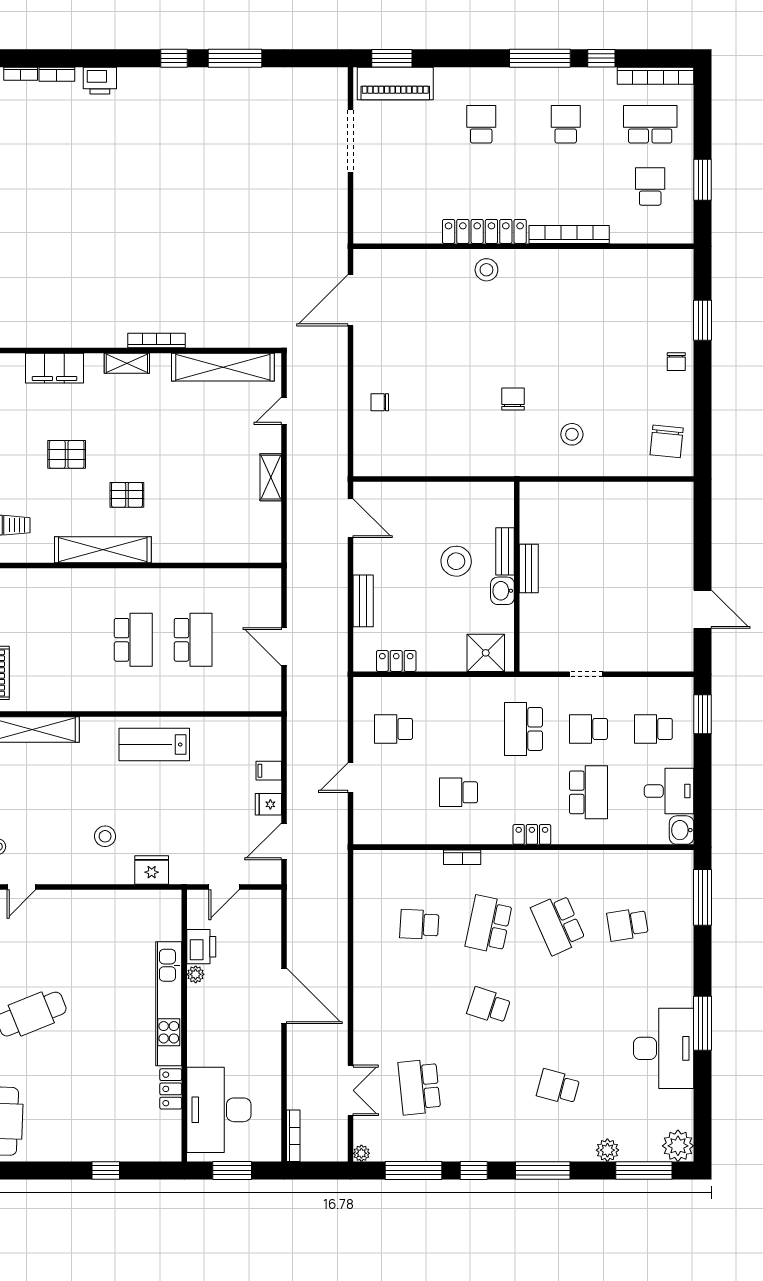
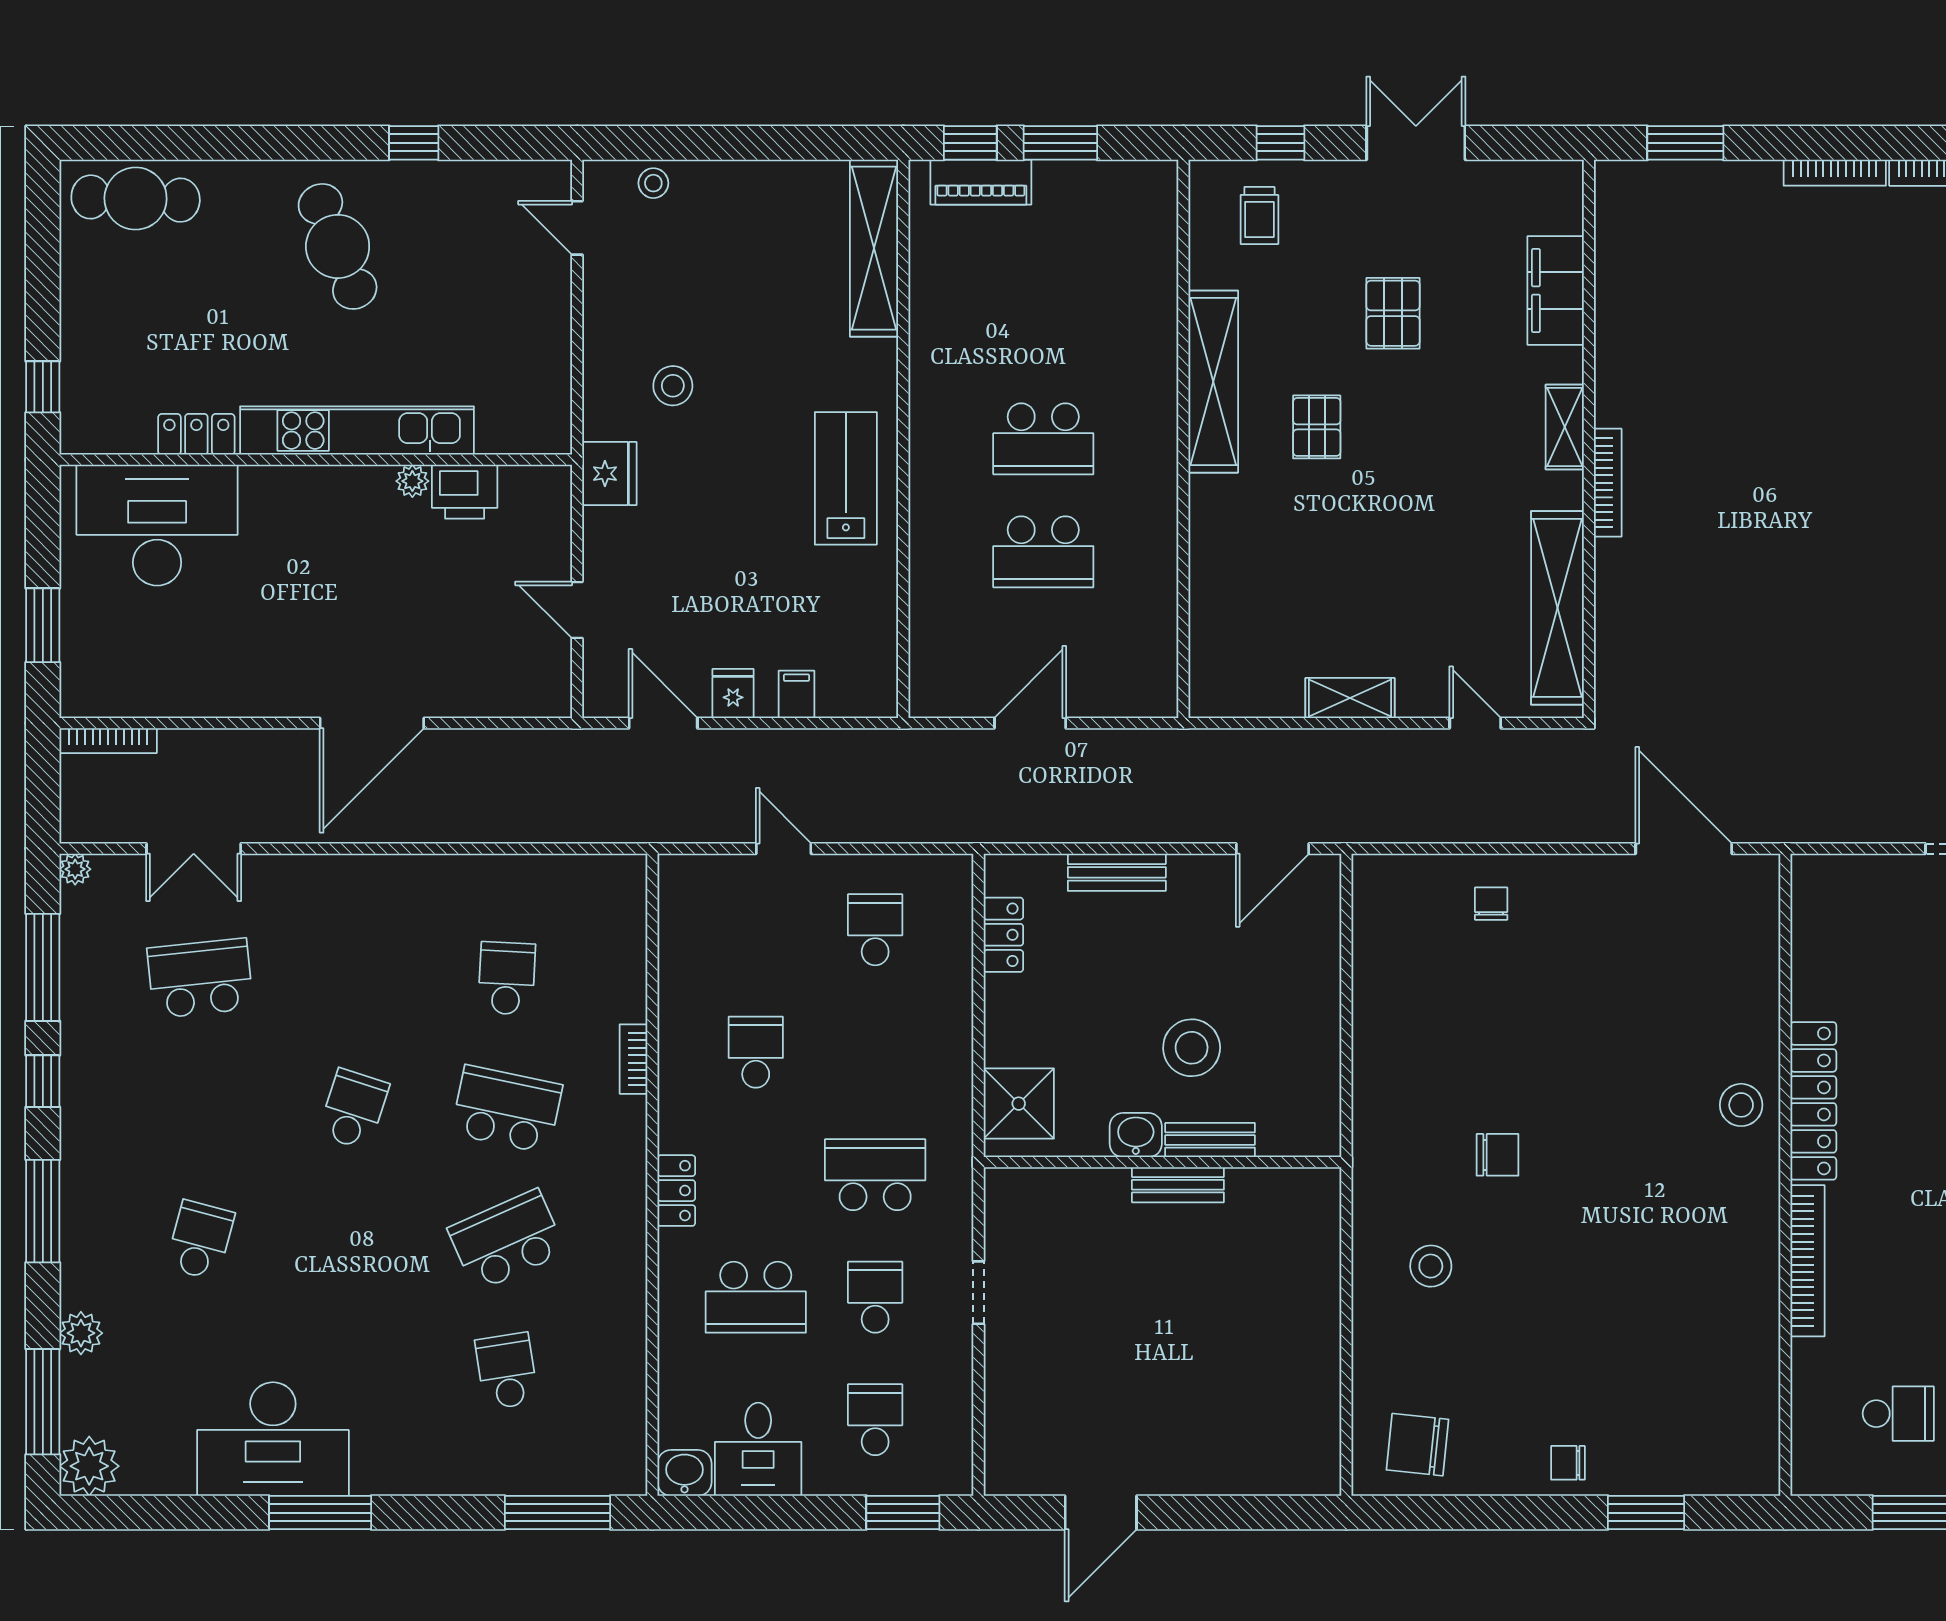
printer: (201, 947) -> (465, 492), moved
plant: (196, 974) -> (412, 481), moved
kitchen unit: (169, 1004) -> (357, 431), moved
wall: (184, 1026) -> (316, 460), moved
locker: (171, 1089) -> (196, 434), moved
desk: (219, 1110) -> (157, 525), moved

